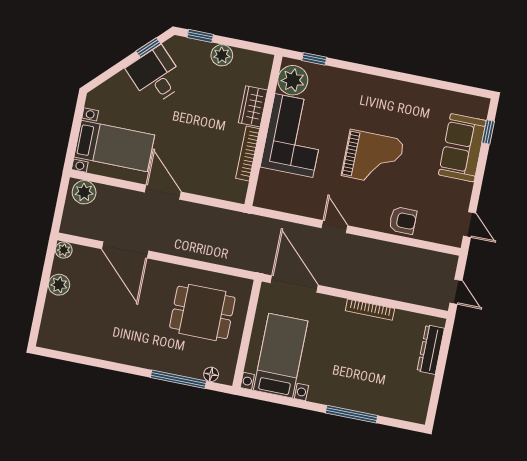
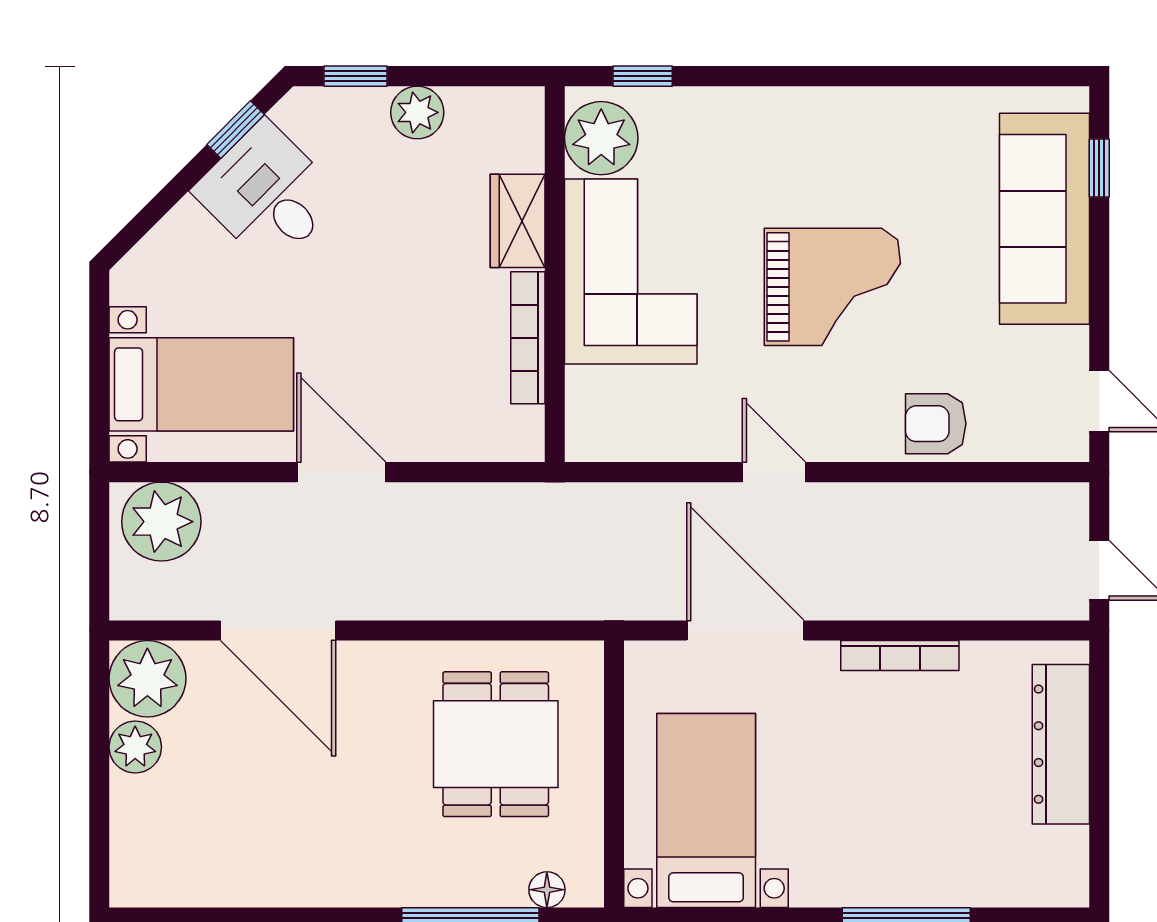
sofa: (462, 148) -> (1044, 219), width x1.36
plant: (84, 192) -> (161, 522), width x1.36, depth x1.36
armchair: (403, 220) -> (936, 424), turned 180
plant: (64, 250) -> (147, 679), width x1.88, depth x1.88
door: (294, 284) -> (745, 630), moved
dining table: (202, 312) -> (496, 744), turned 90
dresser: (431, 350) -> (1061, 744), width x1.37, depth x1.24

